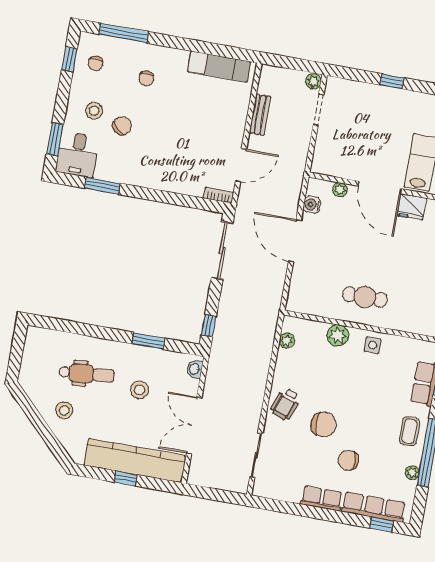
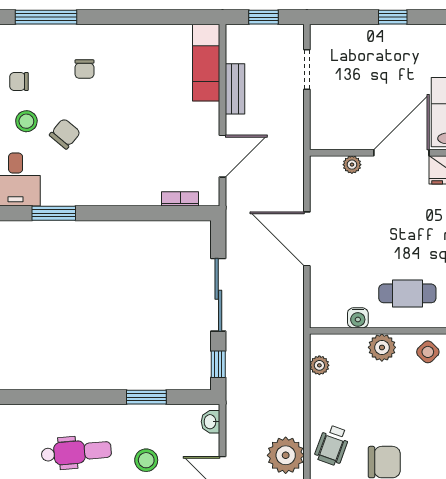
window: (292, 63) -> (264, 17), added
chair: (95, 64) -> (19, 82), moved, turned 90
exam couch: (219, 67) -> (206, 63), moved, turned 90
plant: (313, 81) -> (286, 455), moved, width x1.88, depth x1.88
door: (380, 187) -> (401, 153), swing flipped
bookcase: (219, 195) -> (180, 199), moved
water cooler: (312, 205) -> (358, 318), moved, turned -90
sliding door: (222, 250) -> (218, 295), moved
side table: (373, 345) -> (428, 352), turned 45

